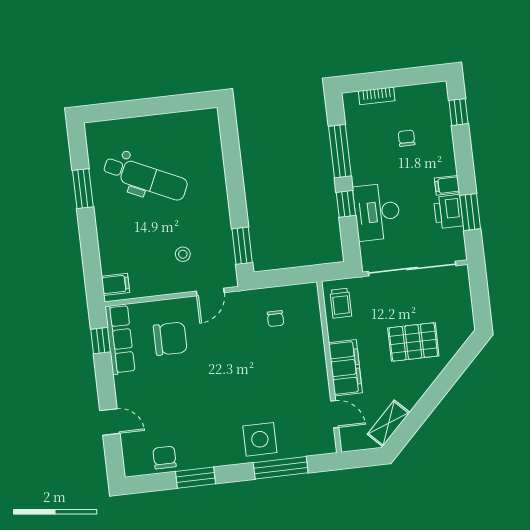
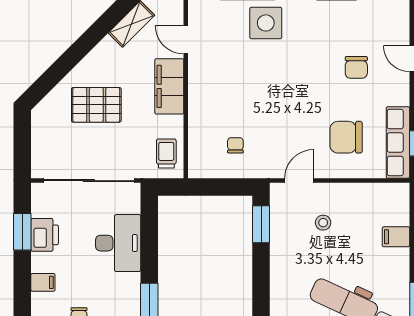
filing cabinet: (447, 185) -> (43, 282), moved
window: (346, 204) -> (149, 255), removed
filing cabinet: (116, 284) -> (396, 237), moved
chair: (165, 457) -> (356, 67), moved

